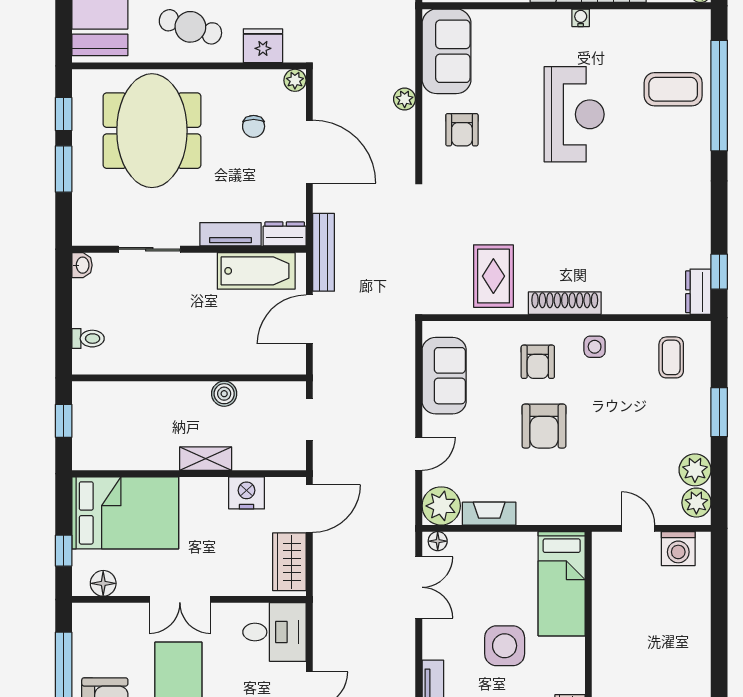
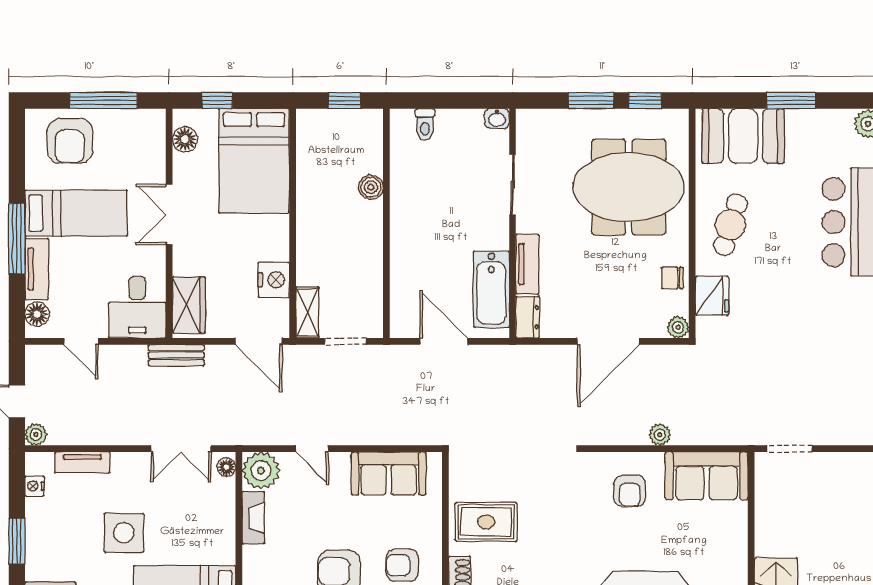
chair: (254, 126) -> (672, 278), moved
armchair: (462, 130) -> (630, 491), turned -90
bench: (323, 252) -> (176, 355), moved, width x0.73
boiler: (224, 394) -> (371, 187), moved
shelving: (206, 459) -> (307, 313), moved
wardrobe: (289, 562) -> (189, 305), moved, turned 90

